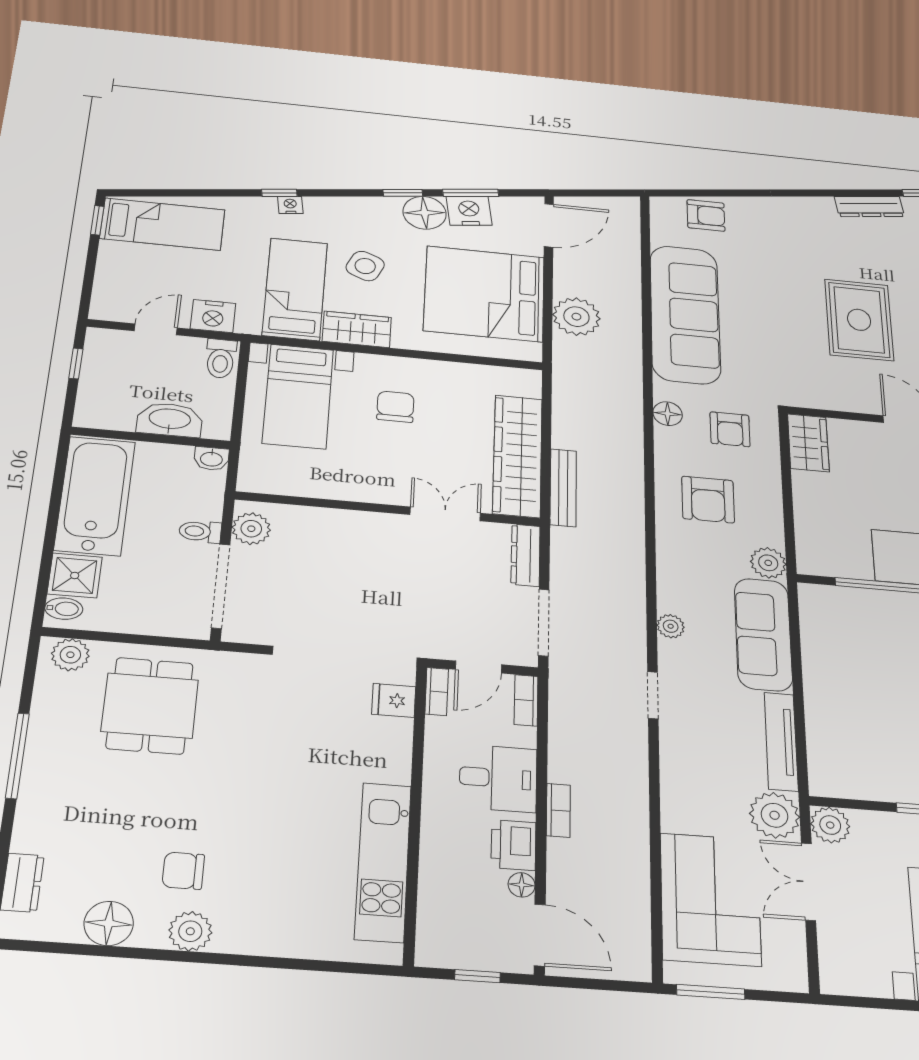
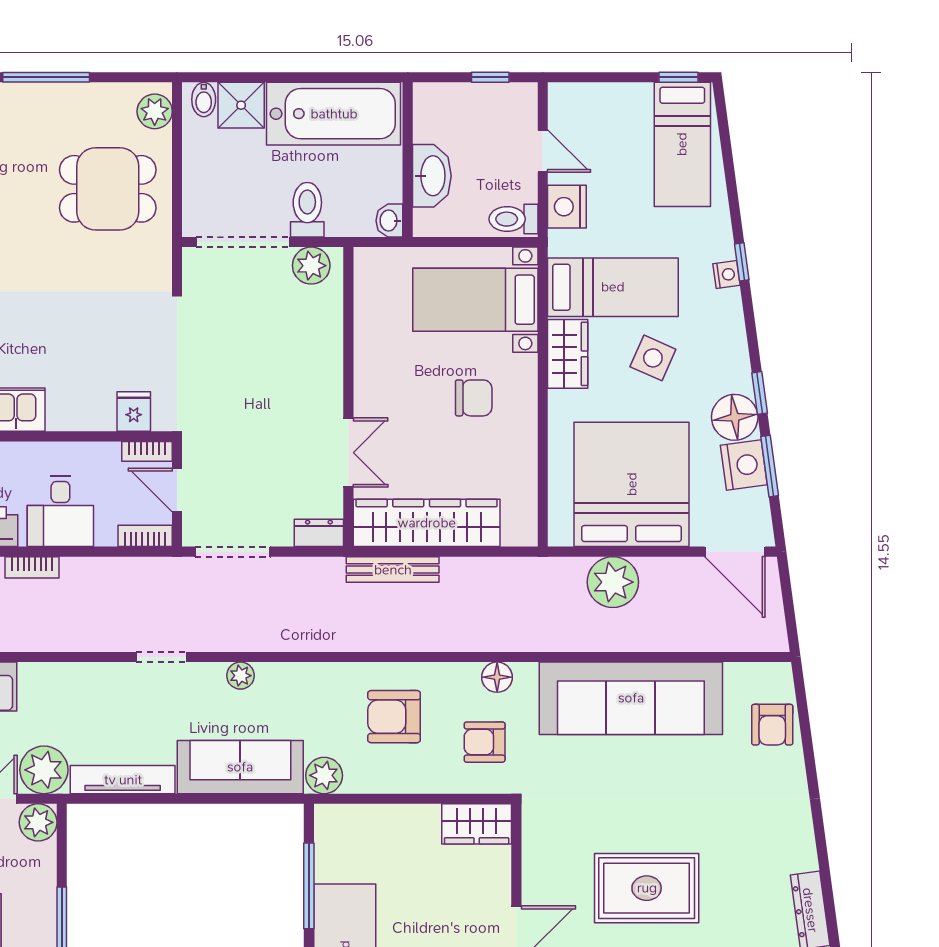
toilet: (200, 532) -> (307, 210), width x1.37, depth x1.39
dresser: (526, 555) -> (319, 533), width x0.70

